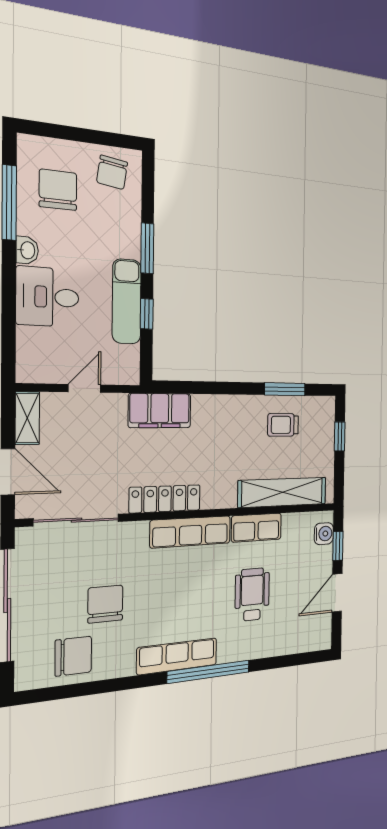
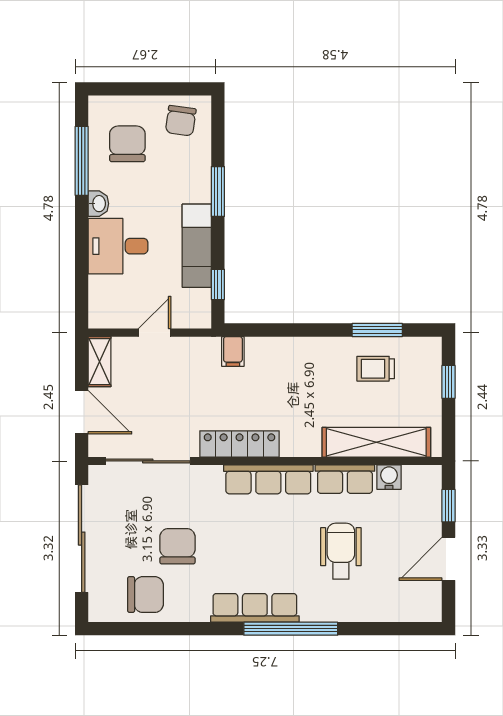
window: (147, 314) -> (218, 284), moved
filing cabinet: (160, 411) -> (233, 351), width x0.33, depth x0.86
water cooler: (324, 534) -> (389, 477), moved, turned -90

